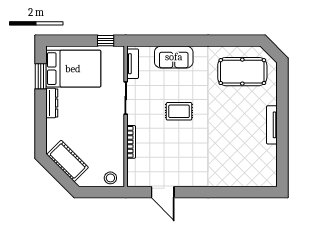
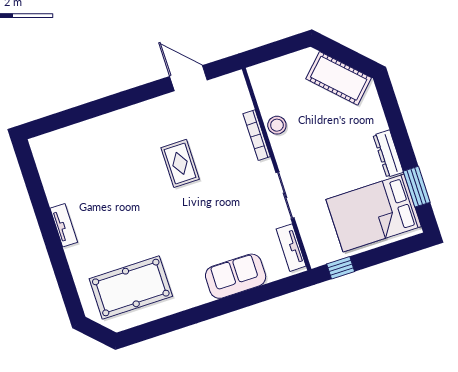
rug: (179, 111) -> (180, 163), moved, turned 90
tv unit: (272, 125) -> (64, 225), width x0.71
stool: (110, 178) -> (277, 125), moved

